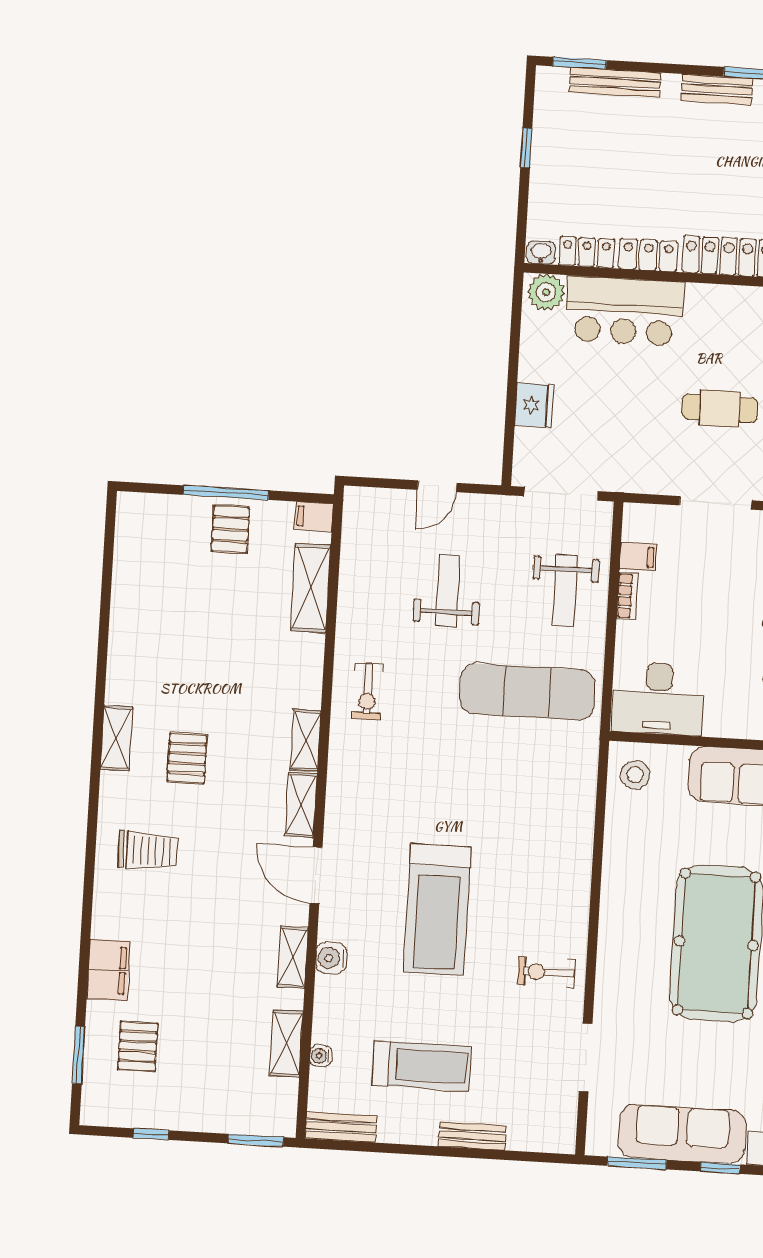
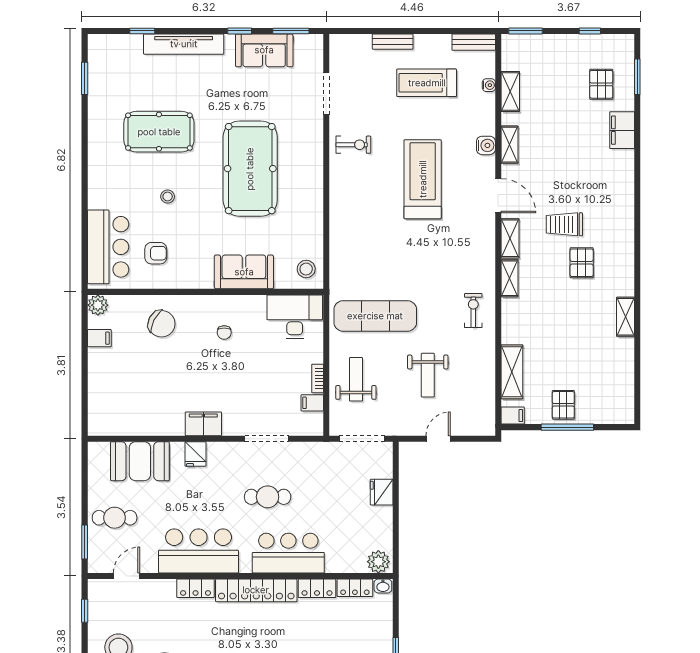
bar counter: (624, 311) -> (288, 553), moved
shelving: (116, 738) -> (626, 317), moved
trolley: (148, 851) -> (564, 224), moved
sofa: (682, 1134) -> (264, 50), width x0.73

